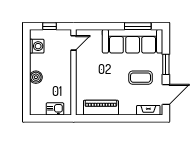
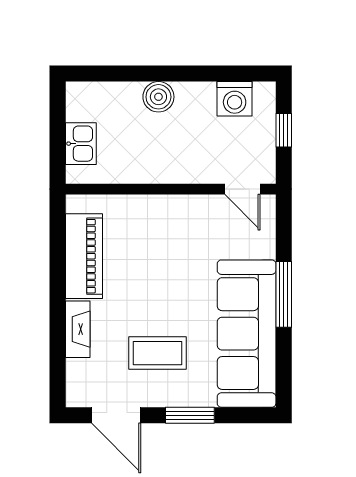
window: (138, 26) -> (284, 294), moved
coffee table: (141, 78) -> (157, 353), turned 90
fireplace: (148, 110) -> (78, 329), moved

